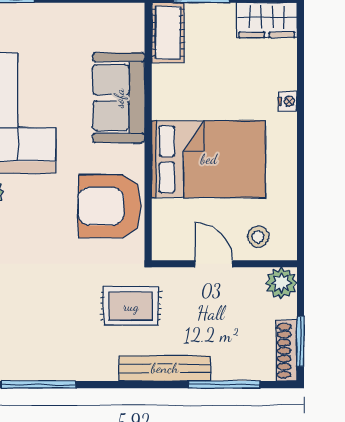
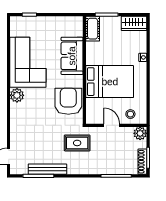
armchair: (110, 206) -> (68, 101), turned 90
bench: (165, 368) -> (47, 169), moved

